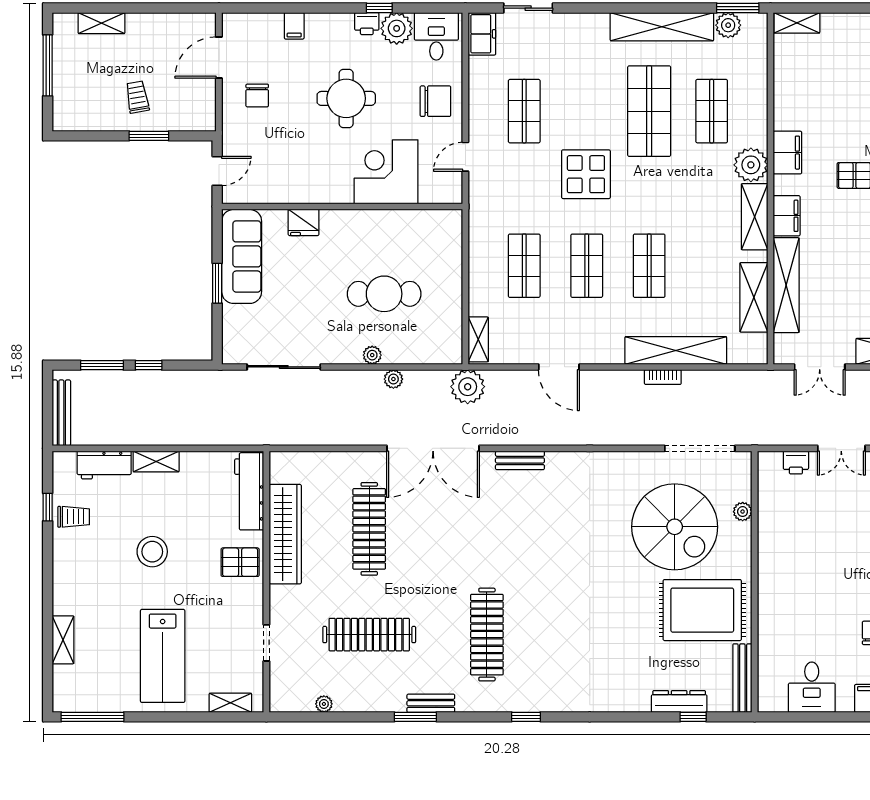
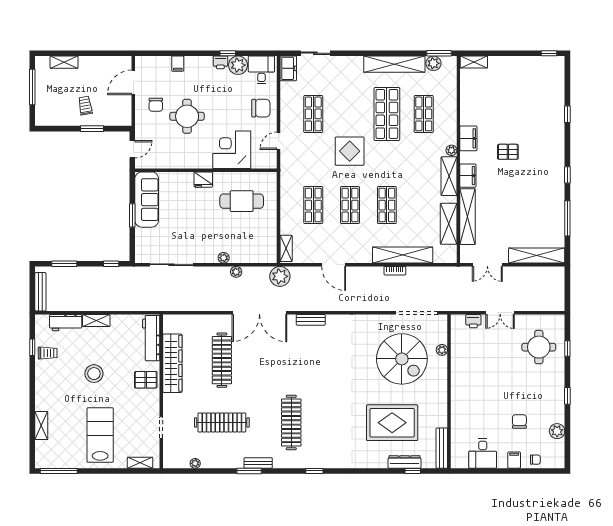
round table: (346, 98) -> (187, 116), moved
plant: (751, 165) -> (451, 150), width x0.53, depth x0.53
fridge: (304, 222) -> (203, 180), moved
cafe table: (384, 294) -> (242, 201), moved
window: (149, 365) -> (111, 264), moved
rug: (702, 610) -> (392, 423), moved
lab bench: (163, 656) -> (100, 435), turned 180

